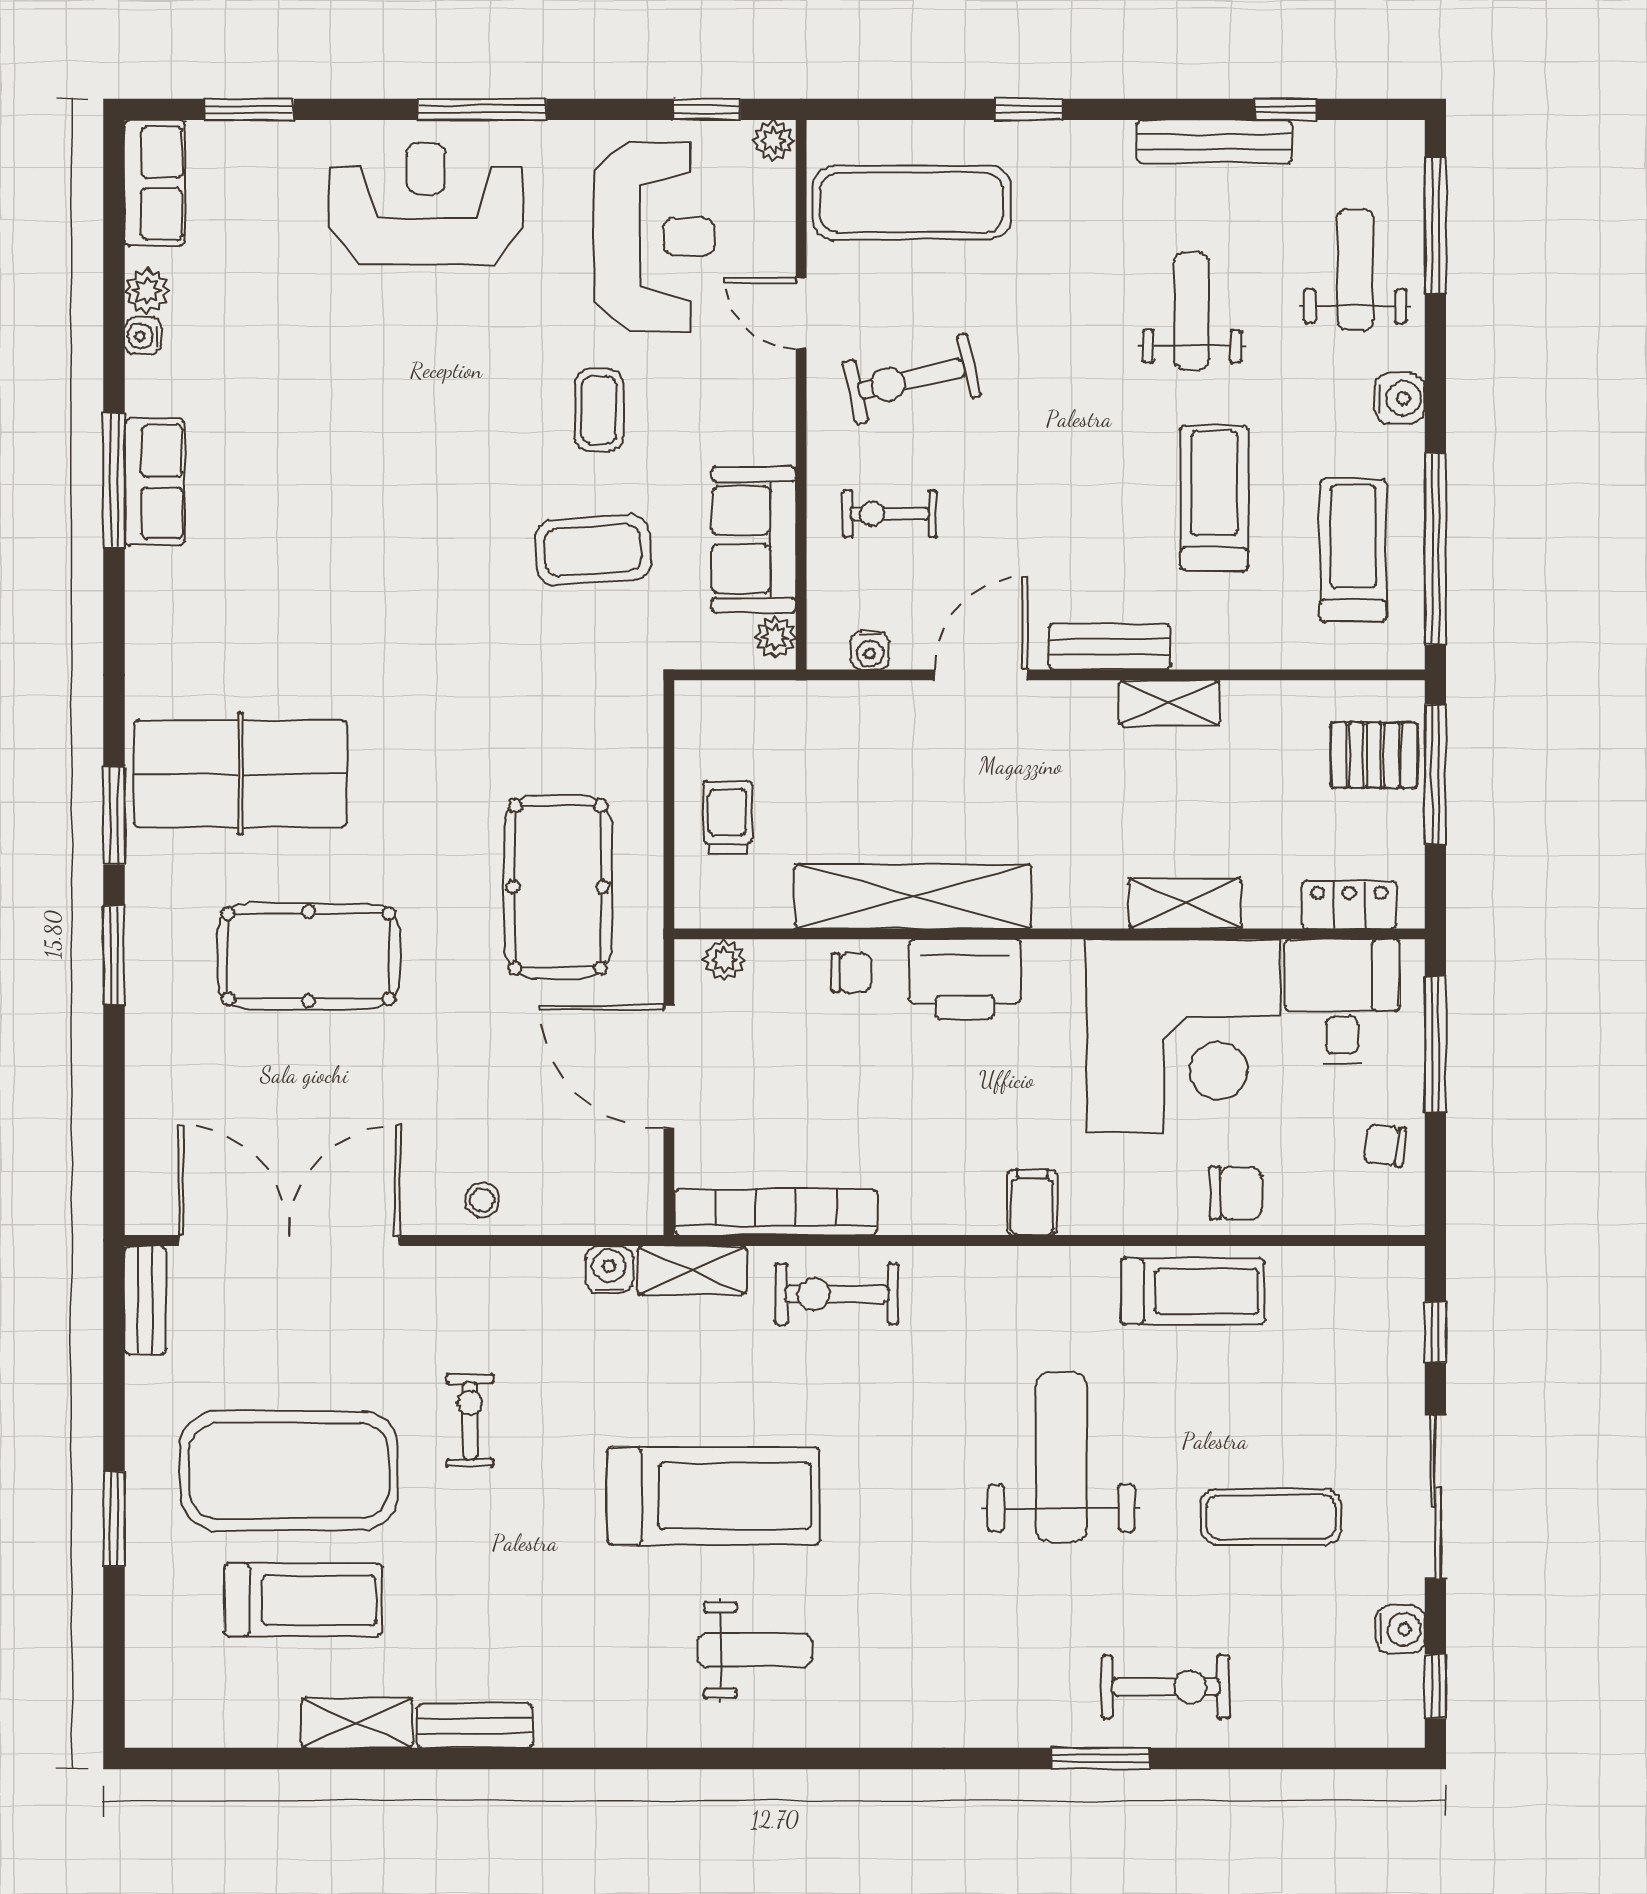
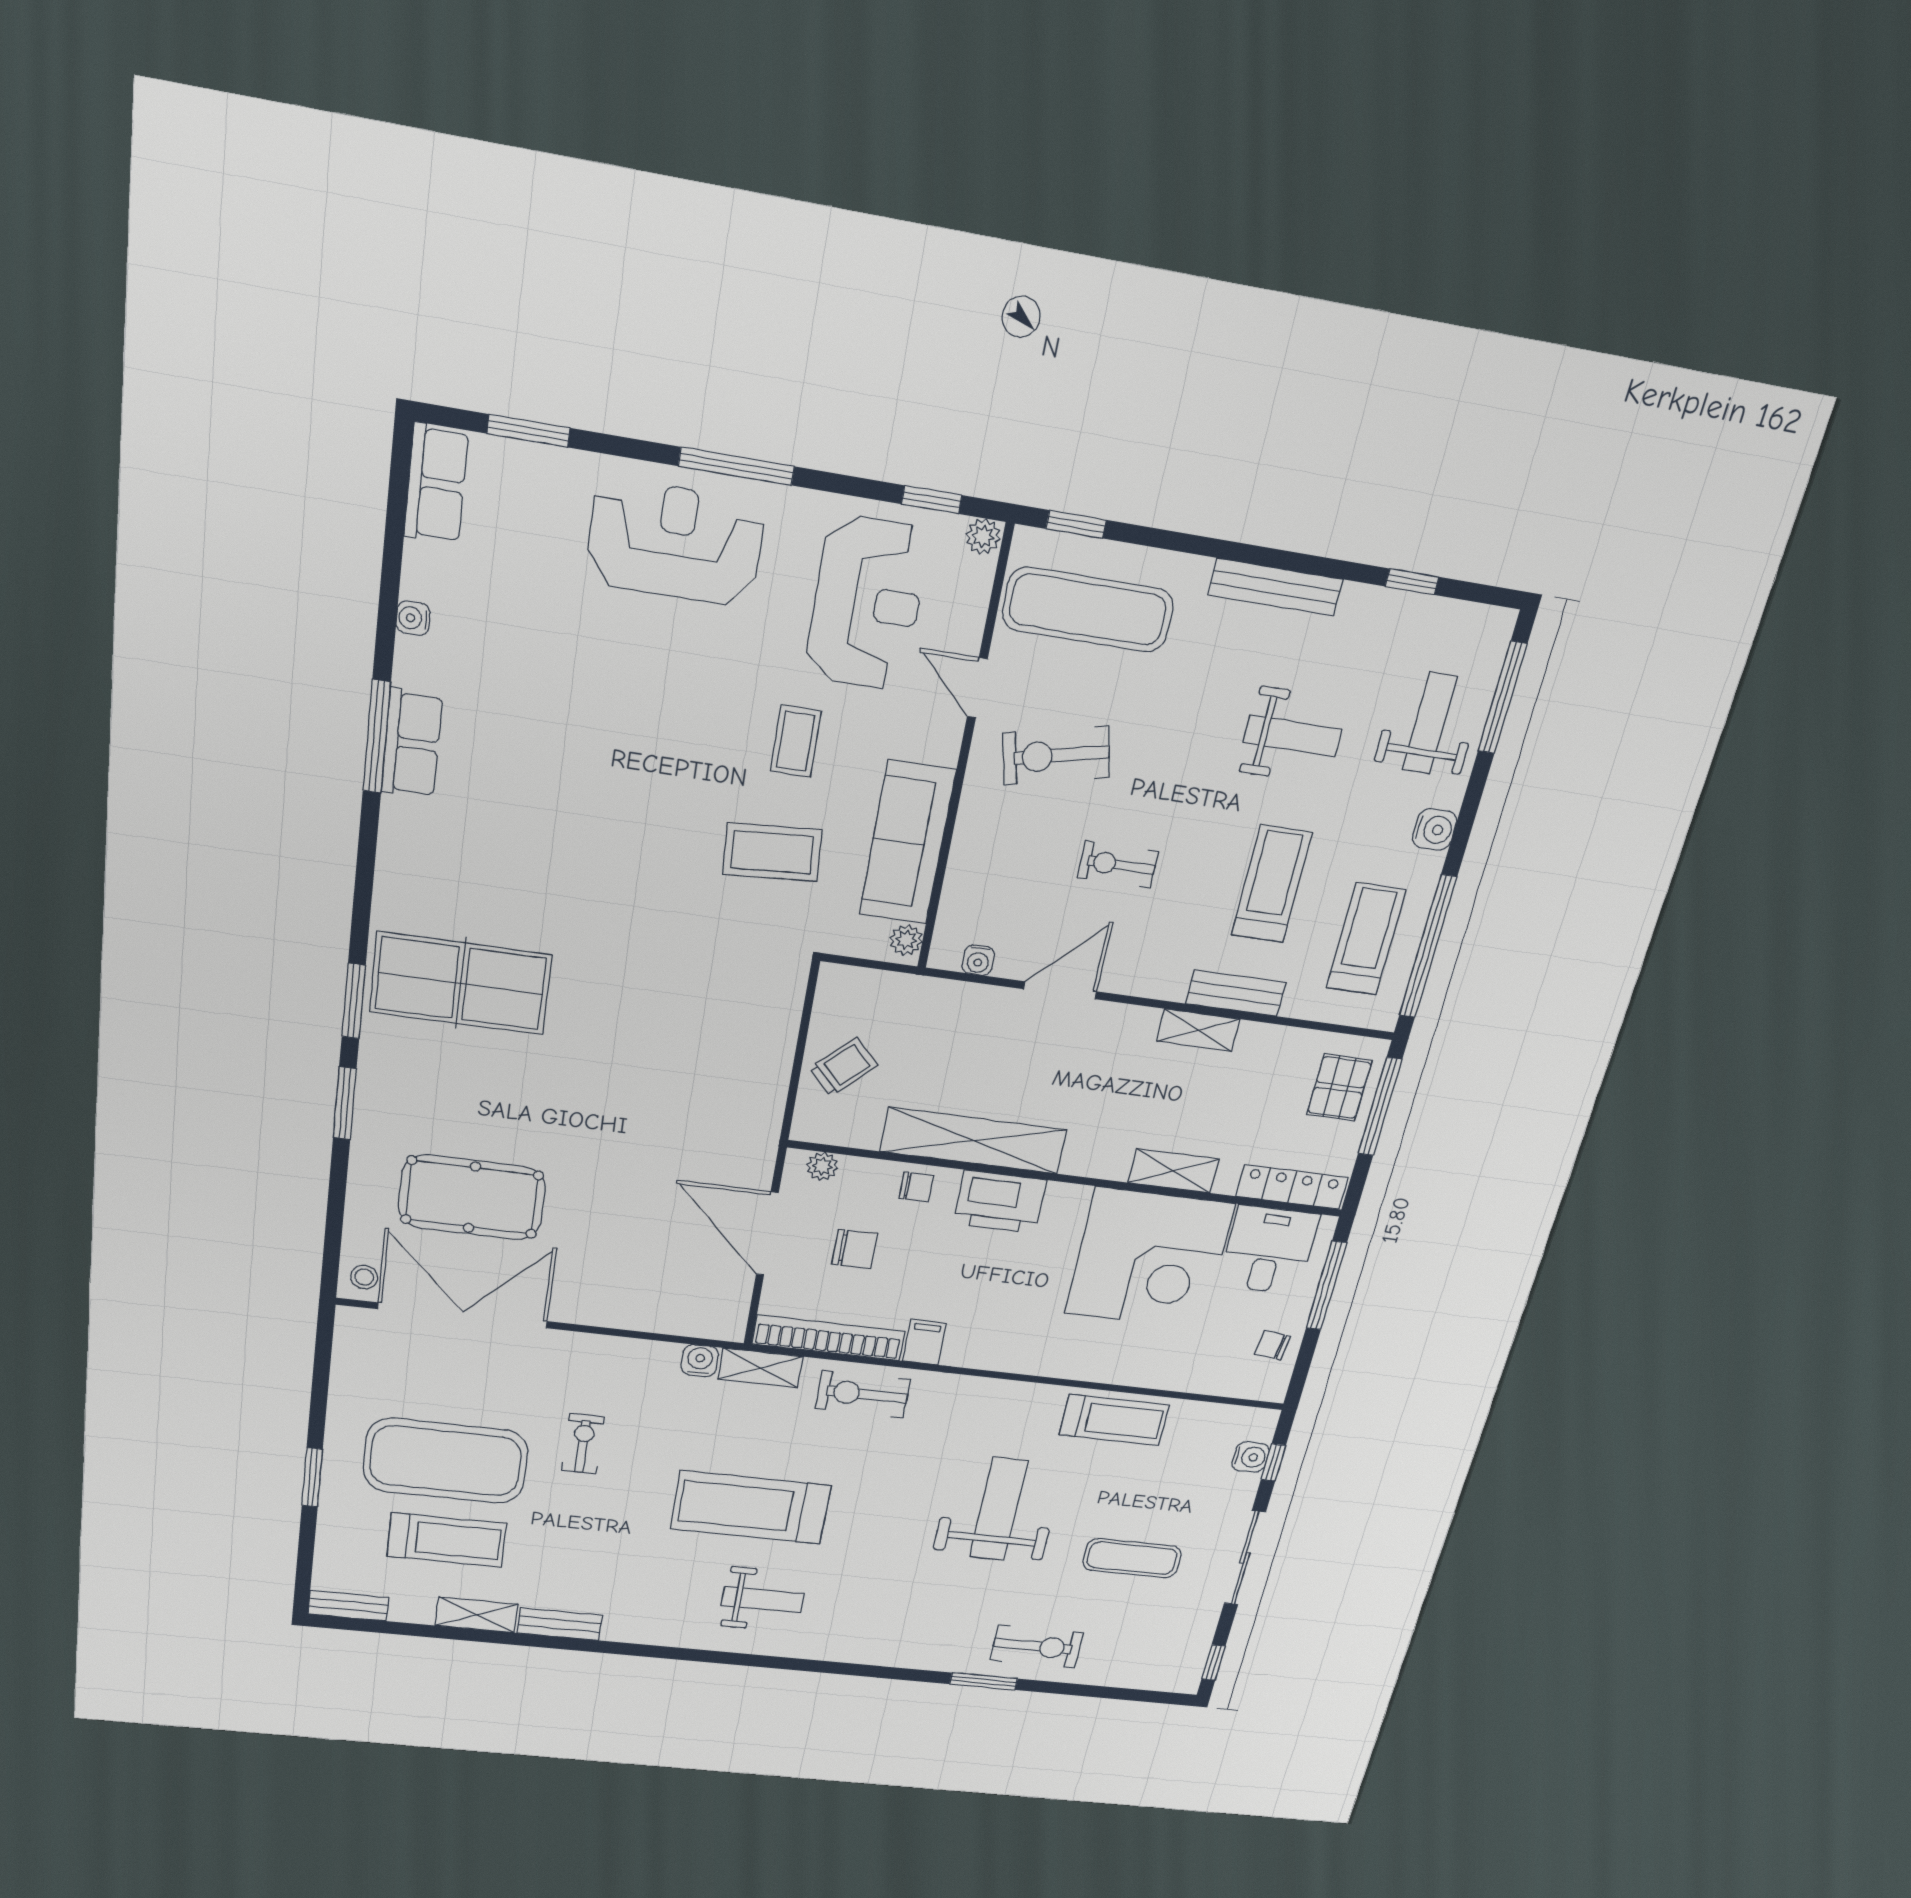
window: (1028, 109) -> (1076, 524), moved
bench: (1214, 142) -> (1275, 587), moved
plant: (147, 291) -> (420, 579), removed
weight bench: (1192, 311) -> (1293, 736), turned 90
exercise bike: (890, 514) -> (1118, 865), moved
sofa: (754, 540) -> (907, 843), width x1.36
bench: (1109, 646) -> (1236, 993), moved
pallet: (1374, 755) -> (1339, 1088), turned 90
trolley: (728, 817) -> (844, 1067), turned 46
pool table: (558, 887) -> (703, 1099), removed
locker: (1349, 905) -> (1292, 1187), width x1.53
pool table: (308, 956) -> (472, 1197), moved
chair: (1236, 1193) -> (855, 1249), moved
stool: (482, 1200) -> (364, 1277), moved
filing cabinet: (1032, 1202) -> (924, 1342), moved
bench: (145, 1300) -> (348, 1606), moved, turned 90
treadmill: (714, 1496) -> (751, 1507), turned 180
water cooler: (1400, 1629) -> (1251, 1457), moved

